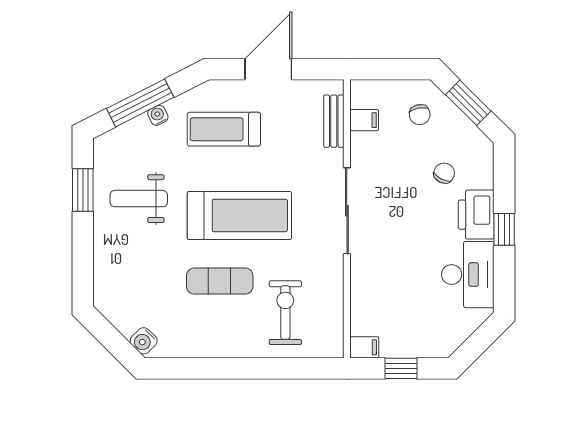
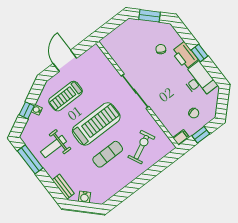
window: (140, 103) -> (27, 110), width x0.46
chair: (420, 115) -> (194, 113), moved
filing cabinet: (364, 120) -> (116, 52), removed
bench: (334, 121) -> (63, 187), moved
window: (83, 190) -> (30, 159), width x1.44
exercise bike: (285, 313) -> (141, 147), turned 64
water cooler: (144, 341) -> (85, 197), moved

